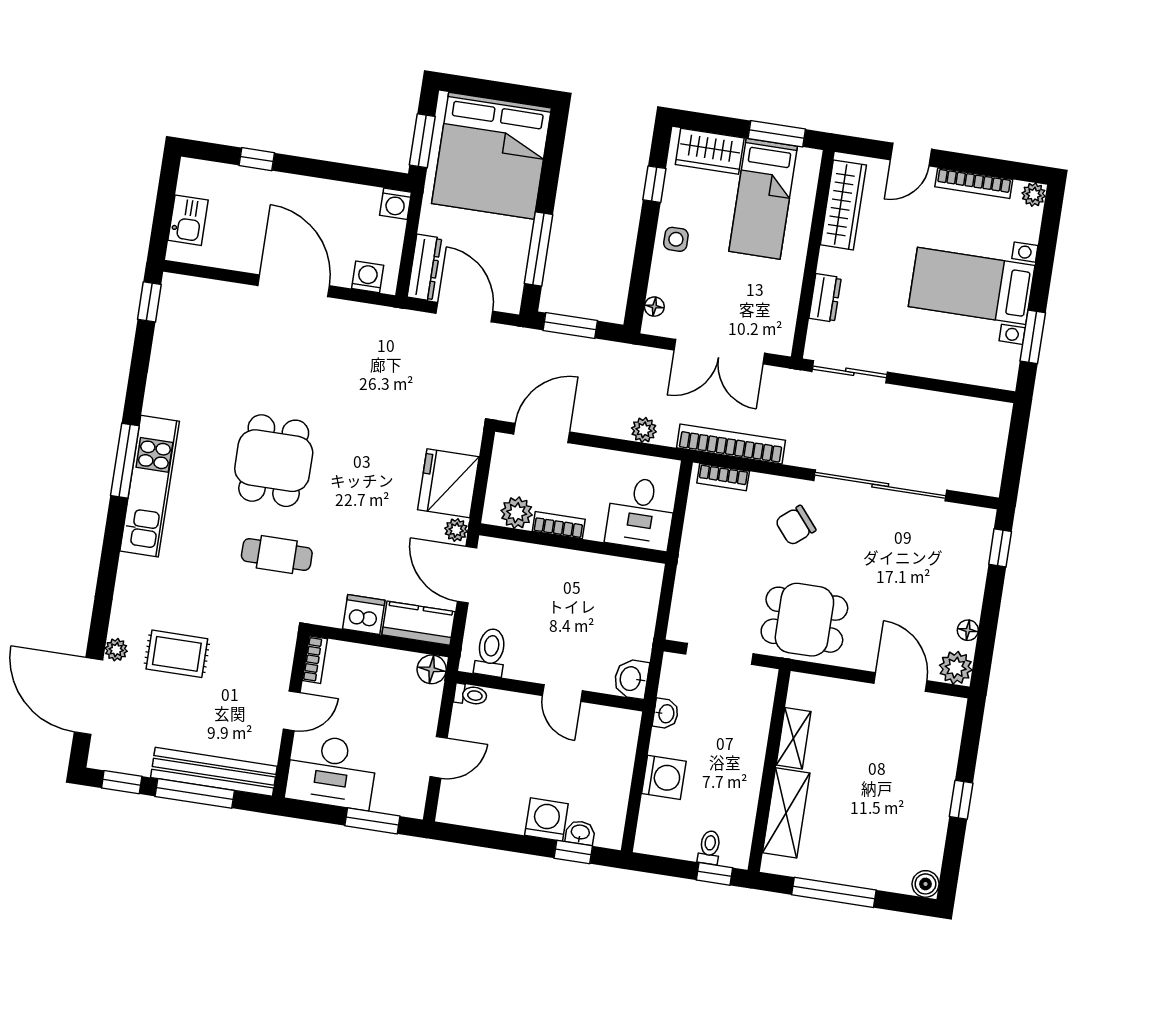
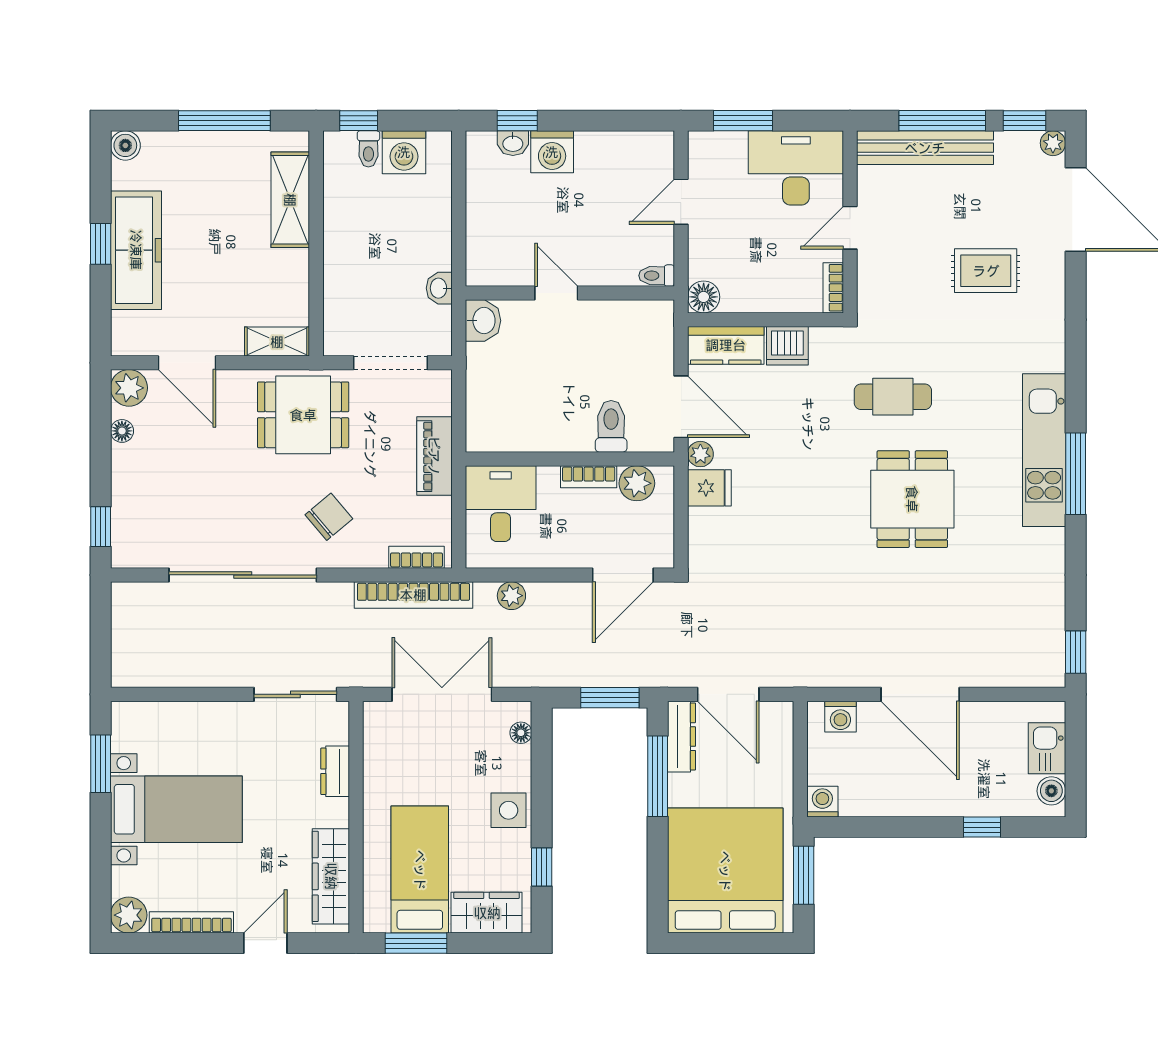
boiler: (190, 182) -> (1051, 791), added
plant: (1034, 195) -> (129, 915), width x1.38, depth x1.38
side table: (676, 239) -> (509, 810), width x1.37, depth x1.37
dresser: (424, 268) -> (682, 737), moved, turned 180
fridge: (448, 483) -> (709, 488), width x0.53, depth x0.75
piano: (693, 565) -> (434, 456), added
plant: (116, 650) -> (1053, 143), moved
toilet: (491, 652) -> (611, 426), moved, turned 180
shelving: (793, 738) -> (277, 342), moved, turned 90
washing machine: (664, 777) -> (404, 152), moved, turned -90
freezer: (930, 789) -> (136, 250), added

